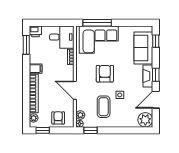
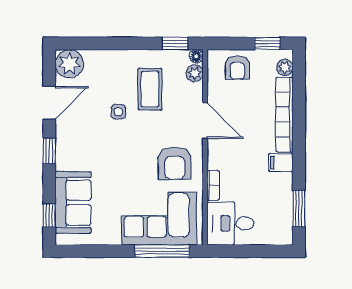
printer: (35, 31) -> (281, 235), removed
armchair: (105, 74) -> (175, 163), moved
fireplace: (148, 76) -> (64, 148), removed

